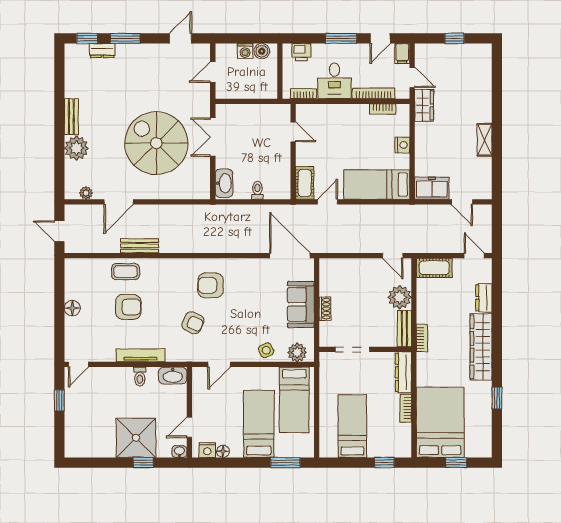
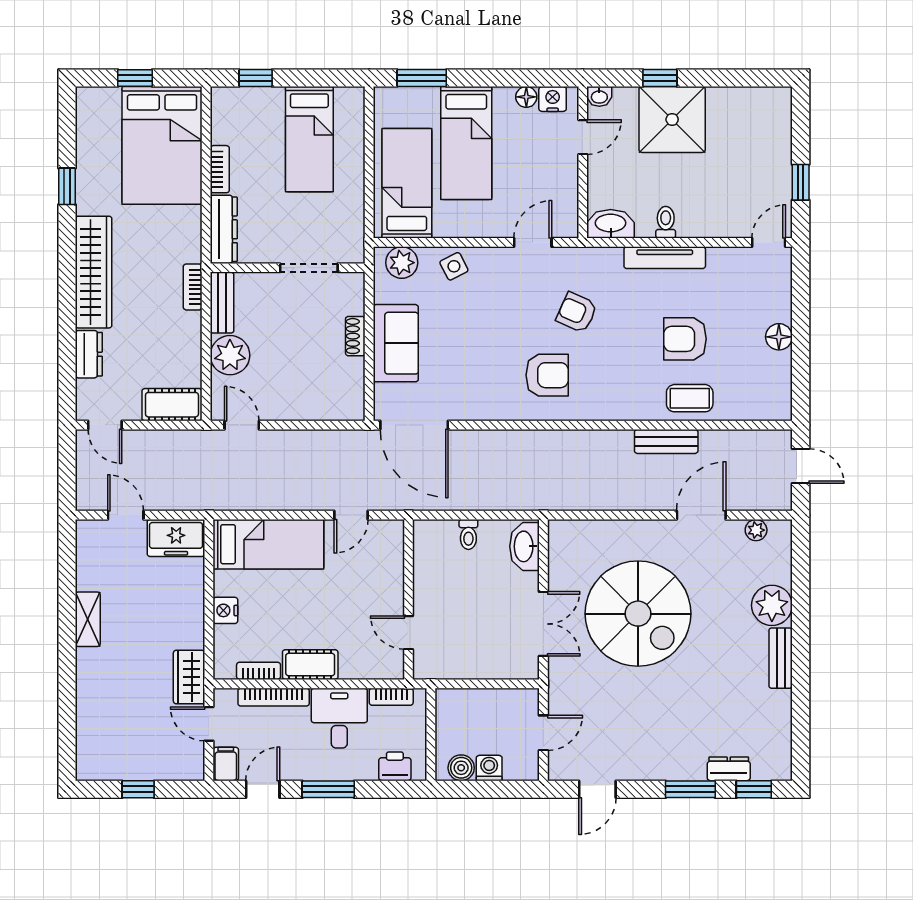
cot: (305, 183) -> (310, 665), moved, turned 90

